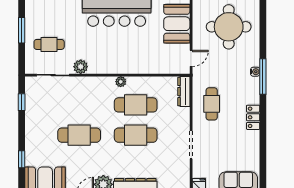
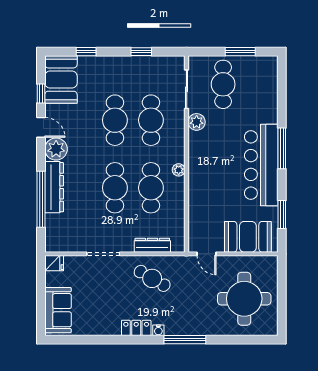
cafe table: (49, 44) -> (223, 84), width x1.37, depth x1.35
water cooler: (255, 72) -> (158, 330), moved
dresser: (184, 92) -> (152, 245), moved
window: (22, 102) -> (141, 52), moved
cafe table: (212, 104) -> (152, 278), turned 30
cafe table: (79, 105) -> (151, 120), added

